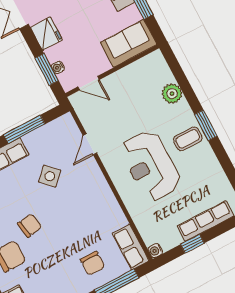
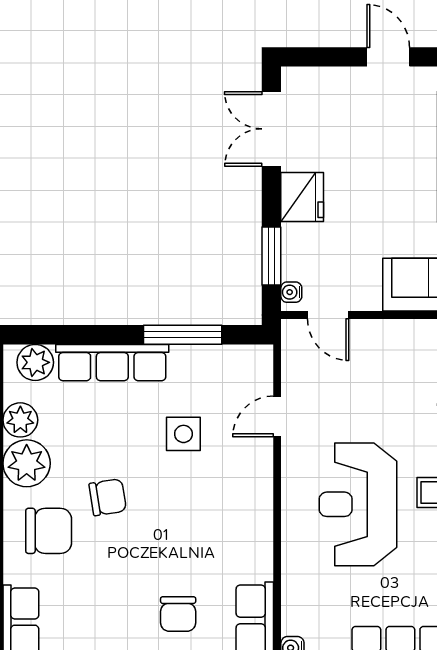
water cooler: (58, 67) -> (291, 292), moved
side table: (50, 176) -> (183, 434), turned 45

